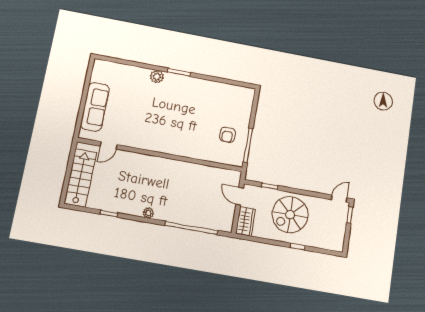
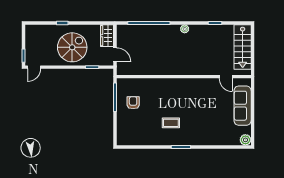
plant: (157, 77) -> (245, 140), moved
coffee table: (186, 103) -> (171, 123), added
door: (109, 145) -> (226, 77), swing flipped

